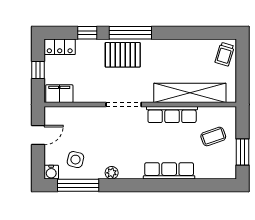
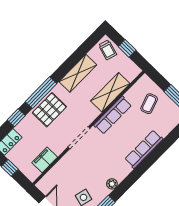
shelving: (179, 48) -> (78, 73), added
window: (243, 70) -> (127, 48), added
shelving: (190, 93) -> (110, 92), width x0.68
filing cabinet: (59, 94) -> (45, 160), moved

